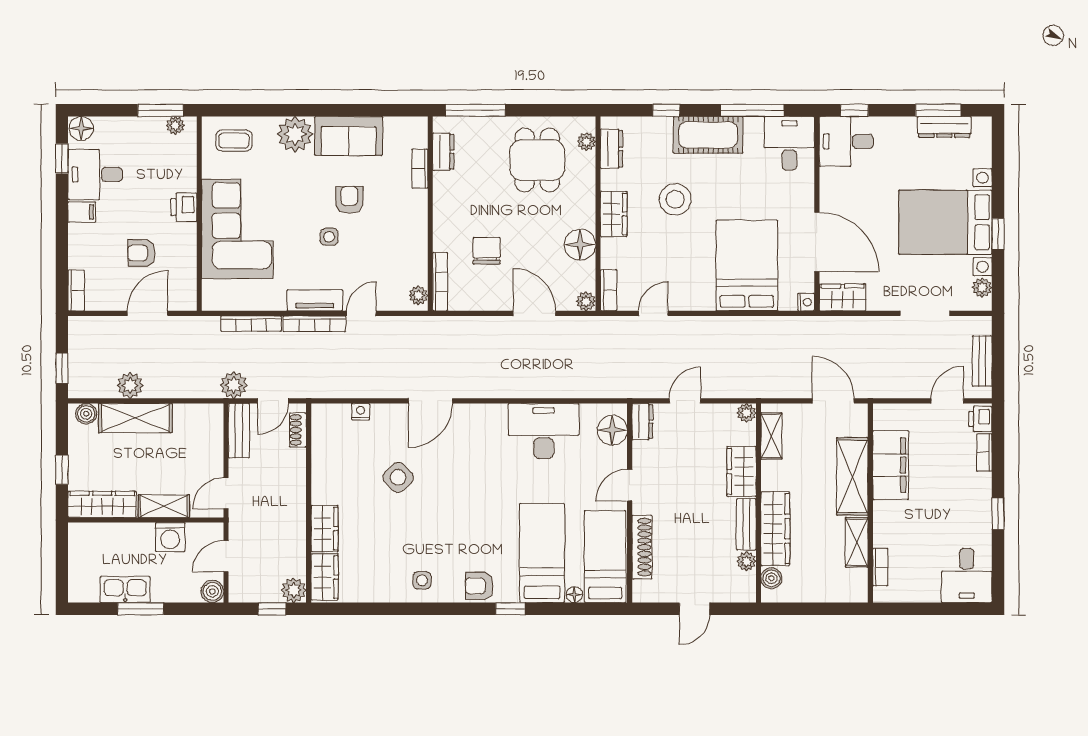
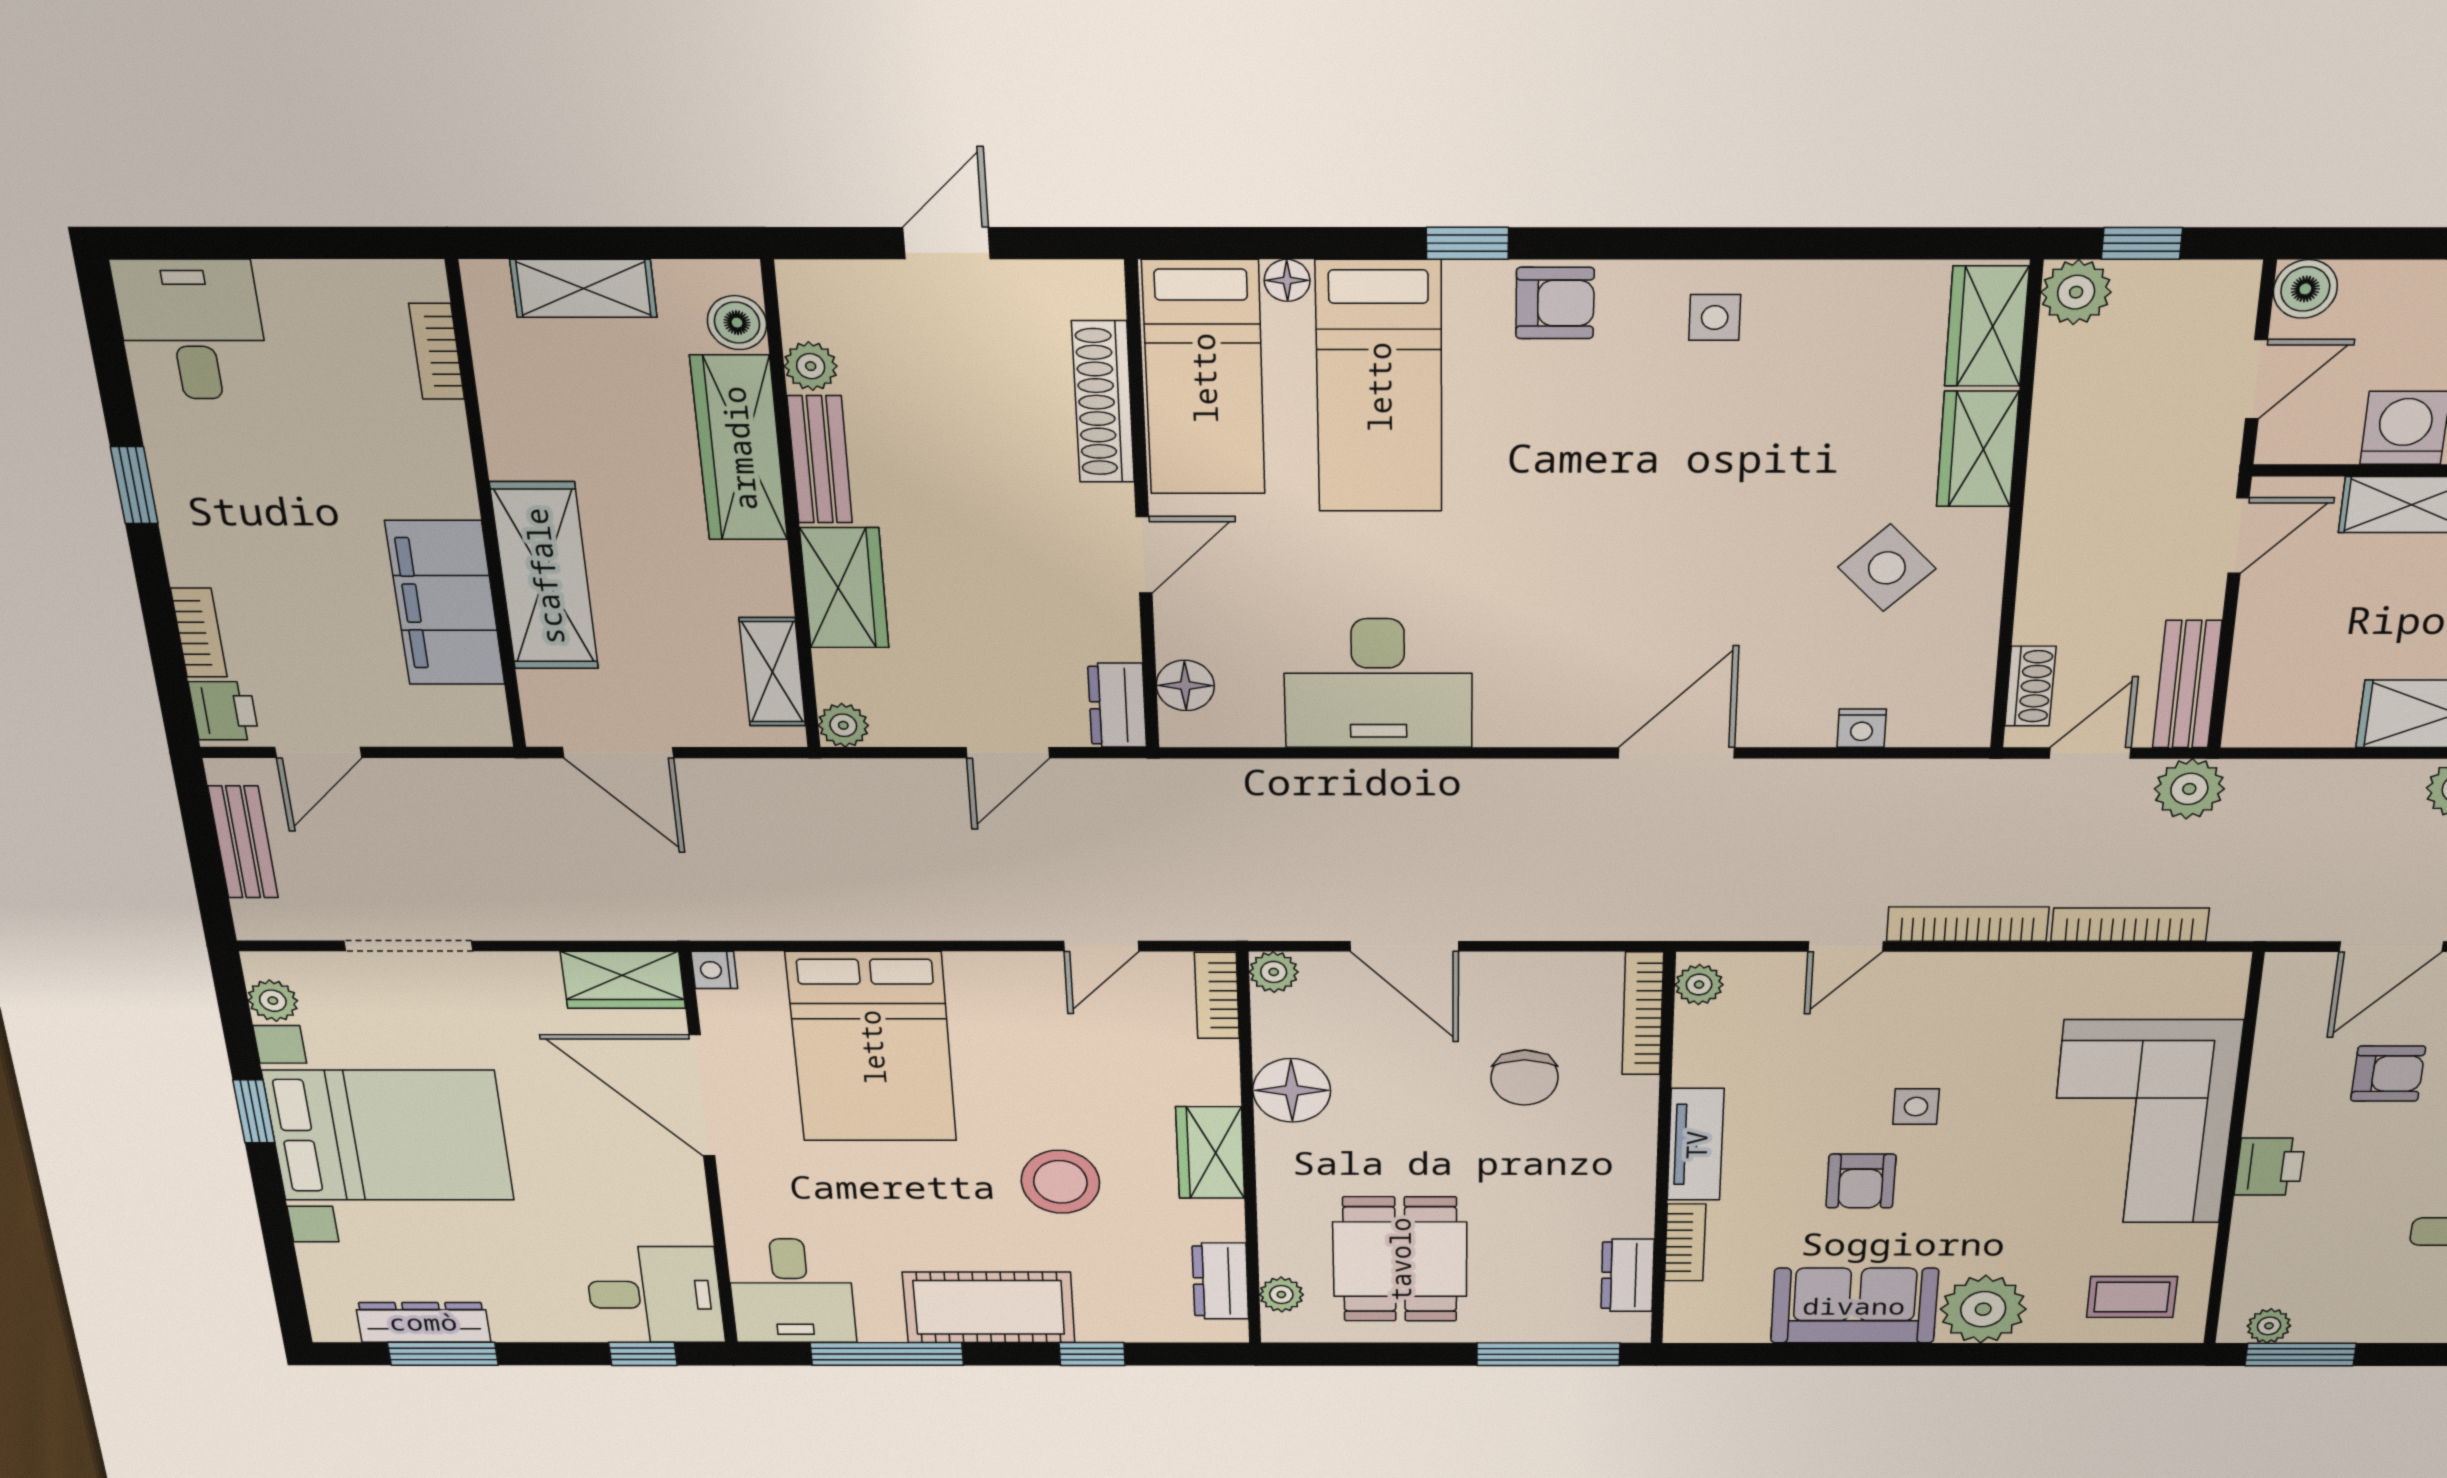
tv unit: (315, 300) -> (1696, 1145), moved, turned -90
floor lamp: (612, 430) -> (1185, 686), width x0.73, depth x0.73
side table: (398, 477) -> (1887, 568), moved
shelving: (857, 542) -> (584, 288), moved, turned 90

